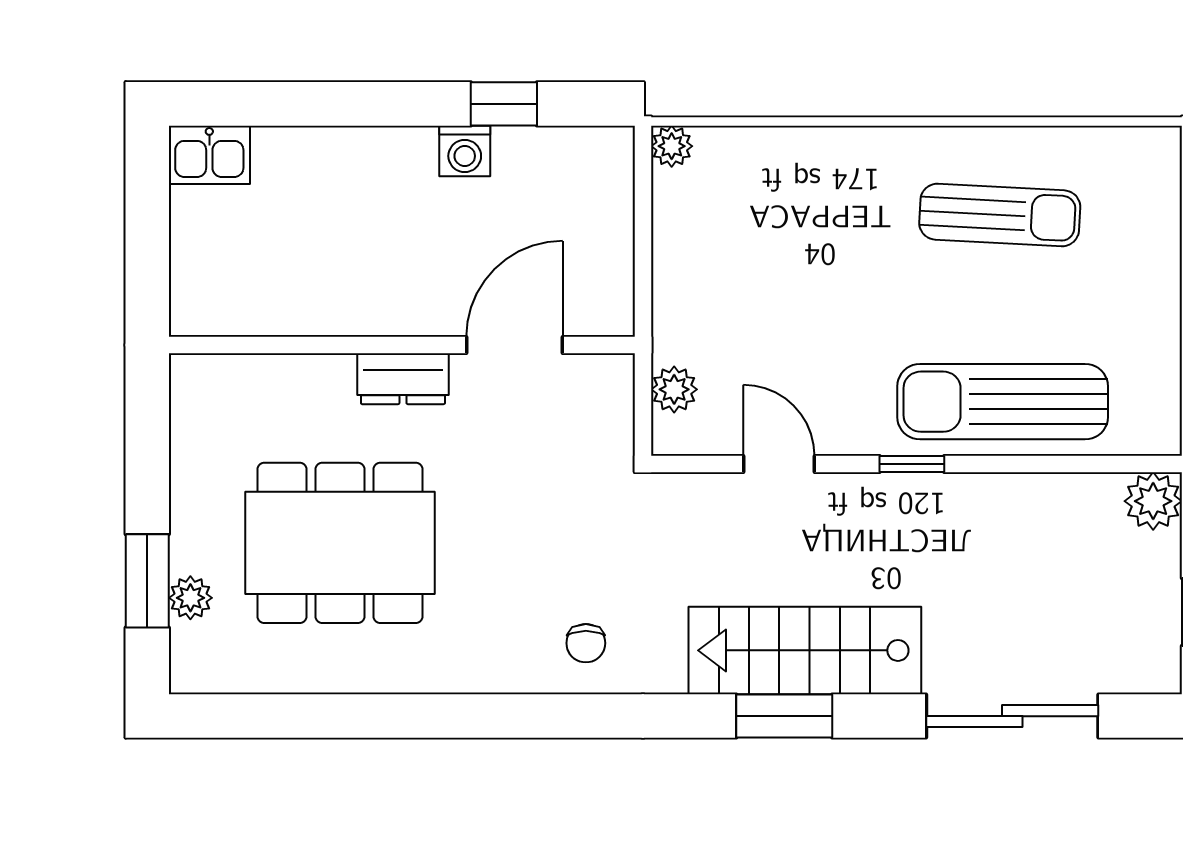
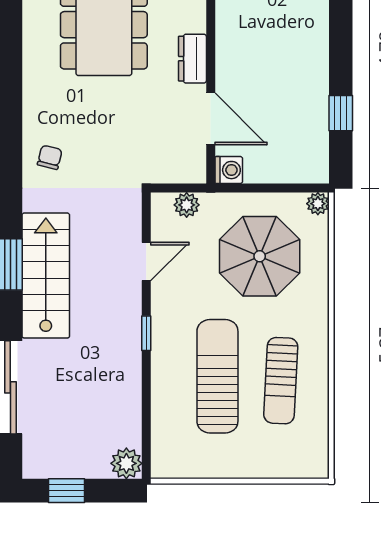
washing machine: (465, 151) -> (229, 170), moved, turned 180
parasol: (769, 254) -> (260, 256), added
sun lounger: (1003, 402) -> (217, 376), moved
chair: (586, 643) -> (50, 157), turned 104

